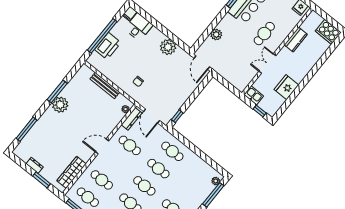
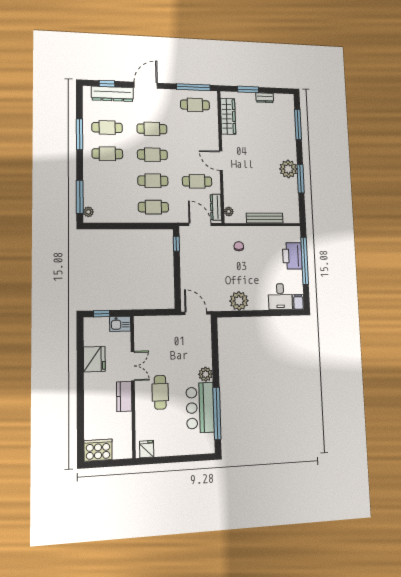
plant: (216, 34) -> (206, 374), moved
kitchen counter: (296, 40) -> (124, 396), moved
door: (102, 146) -> (221, 161), swing flipped
cafe table: (102, 180) -> (196, 130), removed

